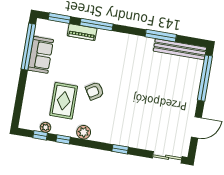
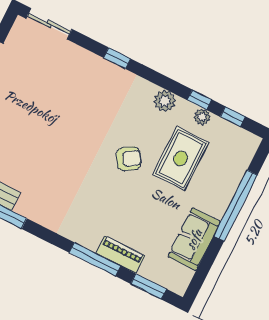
window: (28, 47) -> (236, 206), moved
plant: (45, 127) -> (202, 117), moved

